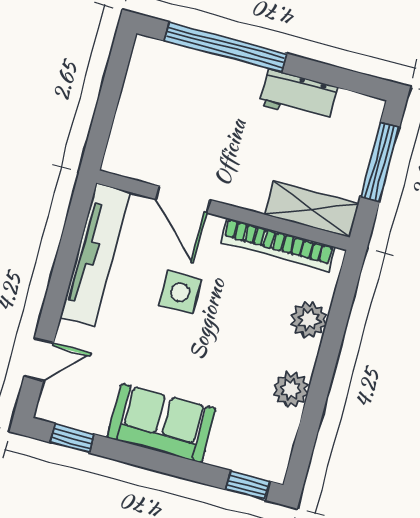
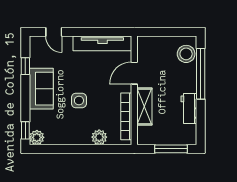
stool: (171, 69) -> (186, 54), added
shelving: (312, 209) -> (144, 106), moved
side table: (180, 292) -> (79, 101), moved
plant: (291, 389) -> (37, 137), moved
window: (72, 438) -> (25, 66), moved

